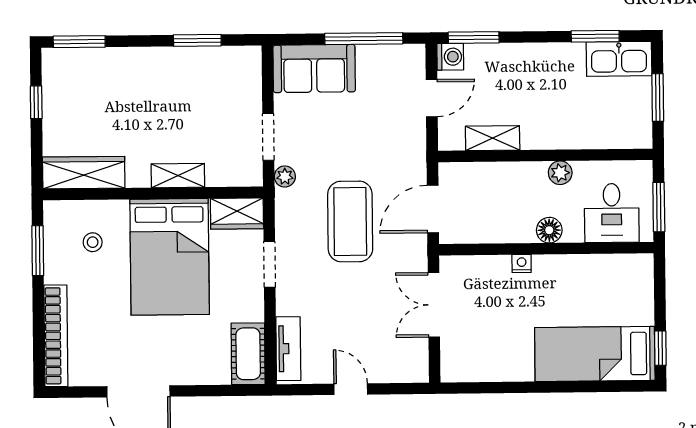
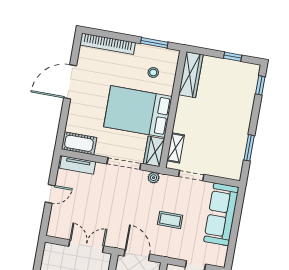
window: (364, 39) -> (234, 236), removed
window: (79, 42) -> (260, 85), width x0.67
sofa: (314, 69) -> (221, 214), width x1.36
shelving: (178, 176) -> (176, 148), moved
plant: (285, 176) -> (154, 178), moved
coffee table: (350, 221) -> (170, 220), moved, width x0.54, depth x0.58
doorway: (270, 264) -> (124, 164), width x1.38

